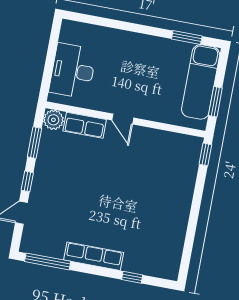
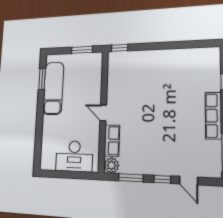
exam couch: (201, 82) -> (53, 88), moved, turned -90
door: (123, 119) -> (103, 113), swing flipped

